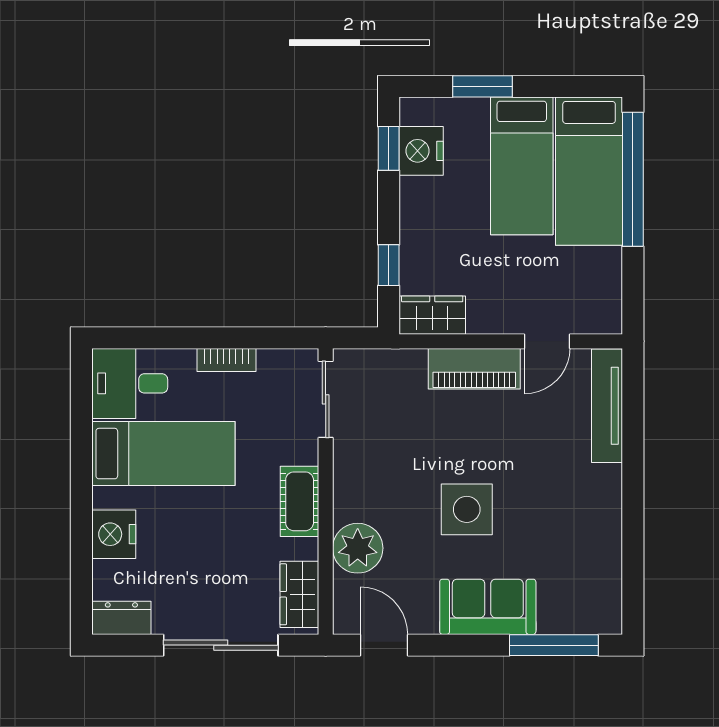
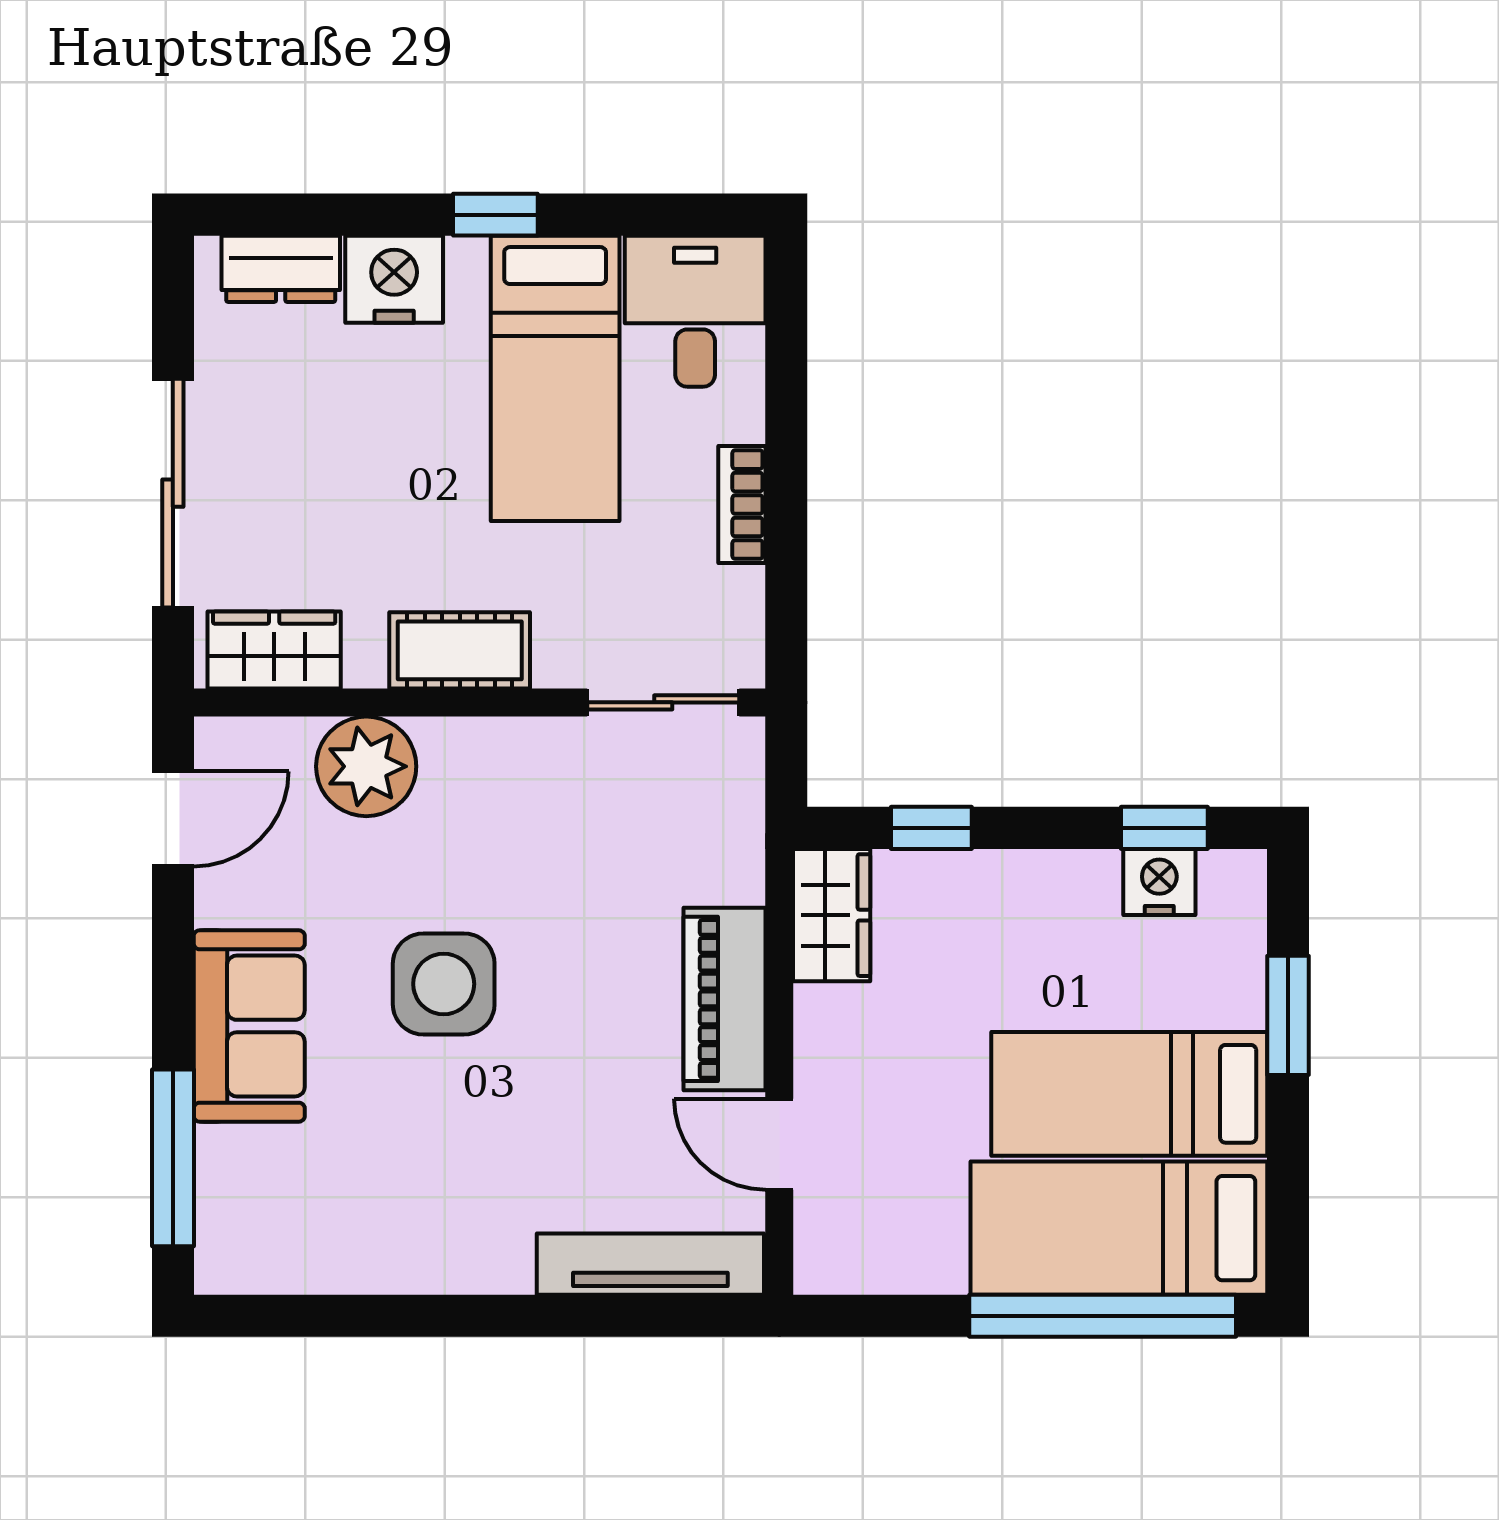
nightstand: (421, 151) -> (1159, 882), width x0.74, depth x0.75
window: (81, 484) -> (495, 215), added
dresser: (121, 618) -> (281, 269), moved, turned 90

